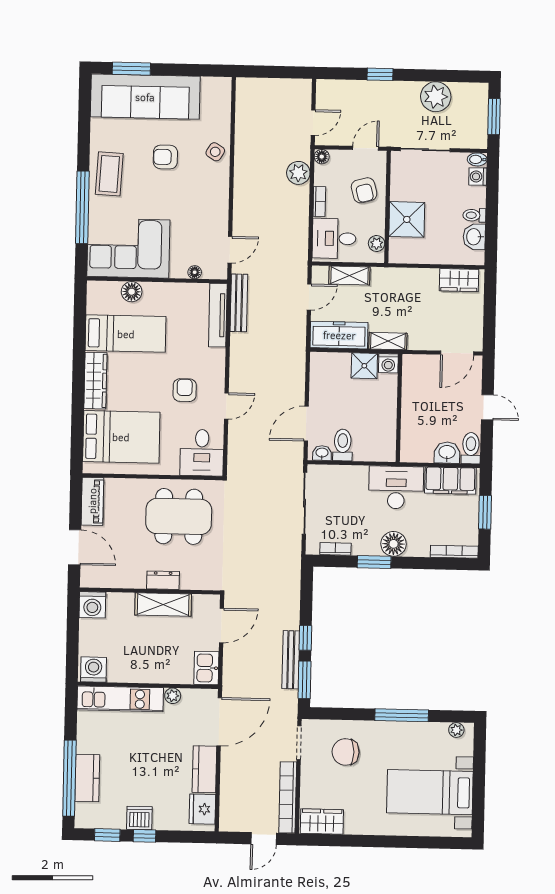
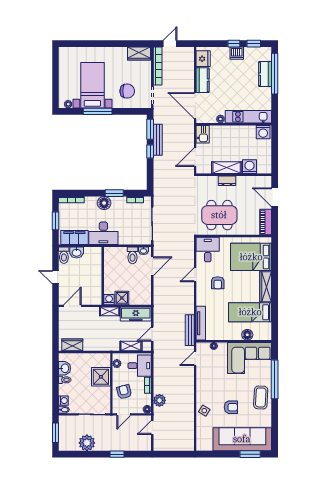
washing machine: (92, 605) -> (250, 167), moved
door: (219, 722) -> (195, 106), hinge flipped
bed with nightstands: (430, 792) -> (92, 85), moved, turned -90

